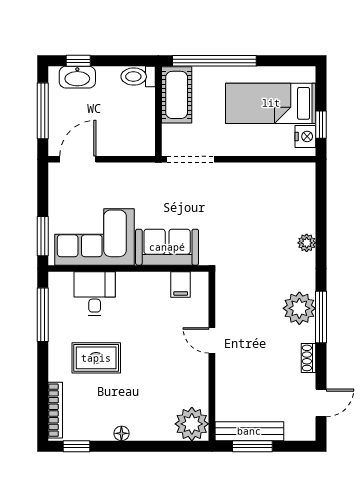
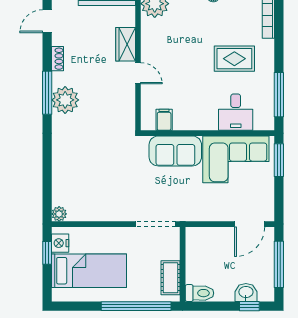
washbasin: (77, 77) -> (246, 293), width x0.72
cot: (177, 95) -> (171, 278), width x0.73, depth x0.75
plant: (307, 243) -> (59, 214), moved
wardrobe: (227, 375) -> (126, 44), added

